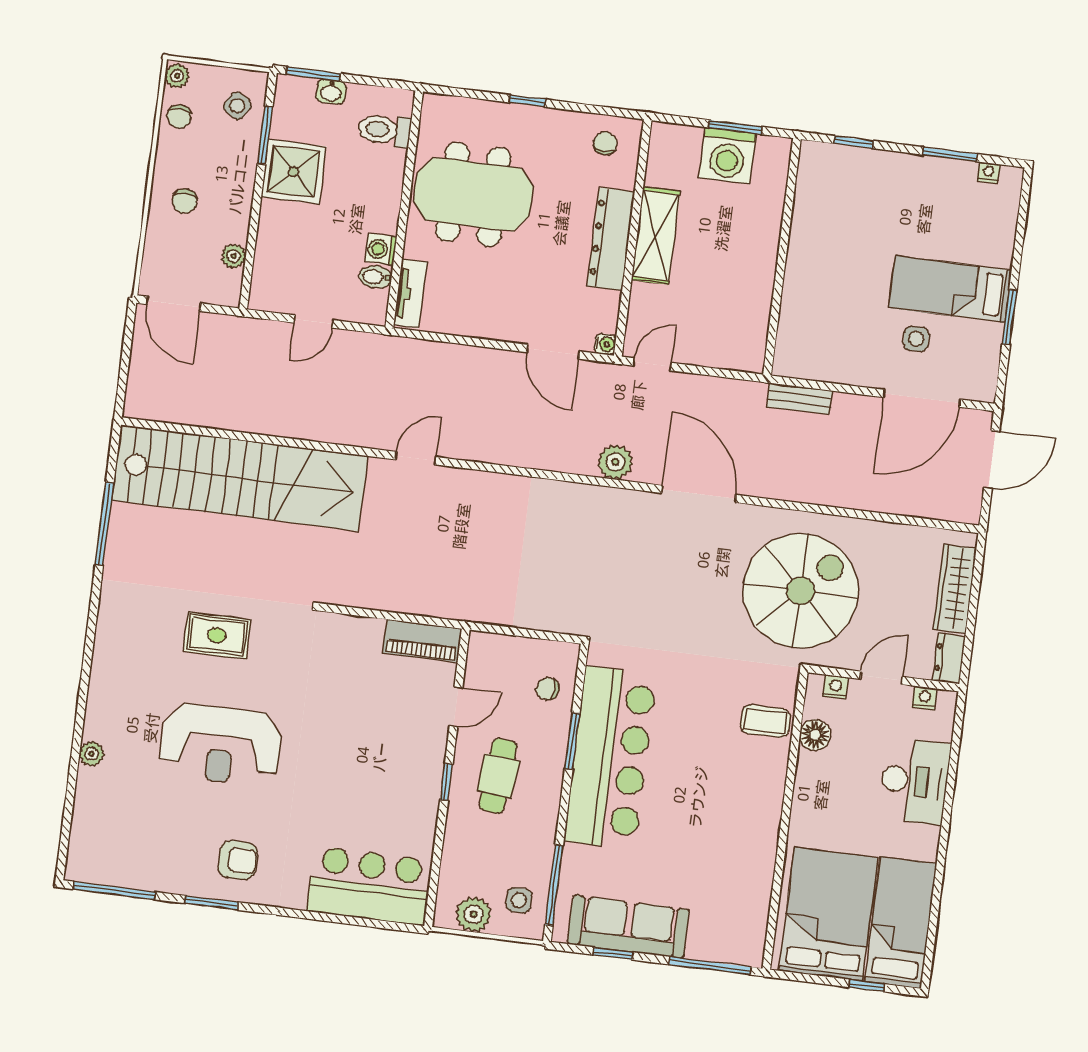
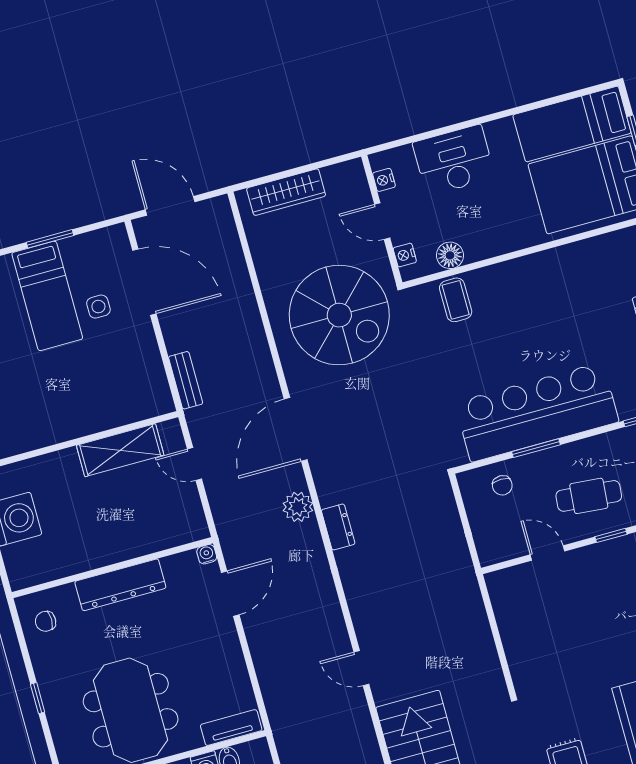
shelving: (656, 236) -> (120, 450), moved
door: (652, 364) -> (194, 464), moved
spiral stairs: (801, 591) -> (339, 315), turned 180
piano: (422, 641) -> (506, 602), removed
dresser: (949, 658) -> (338, 527), moved, turned -90

